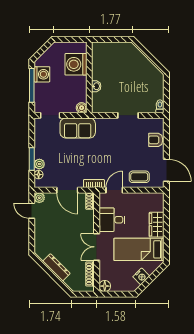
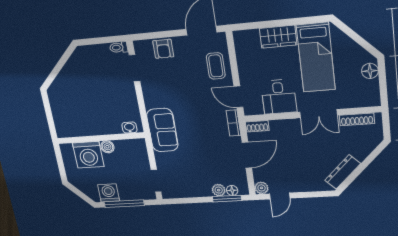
washbasin: (96, 86) -> (129, 128), moved
boiler: (82, 108) -> (107, 147), moved
doorway: (128, 115) -> (135, 68), moved
sofa: (78, 128) -> (162, 130), moved
window: (32, 159) -> (227, 199), moved
dresser: (56, 267) -> (343, 172), moved
nightstand: (141, 276) -> (354, 51), removed
floor lamp: (105, 286) -> (370, 71), moved

